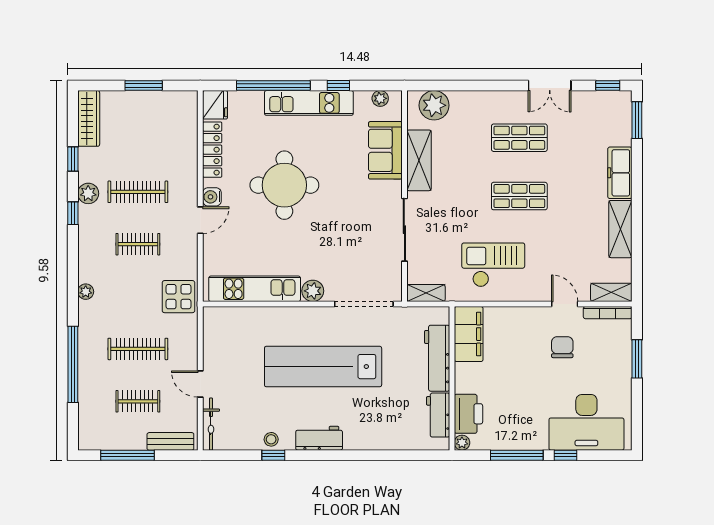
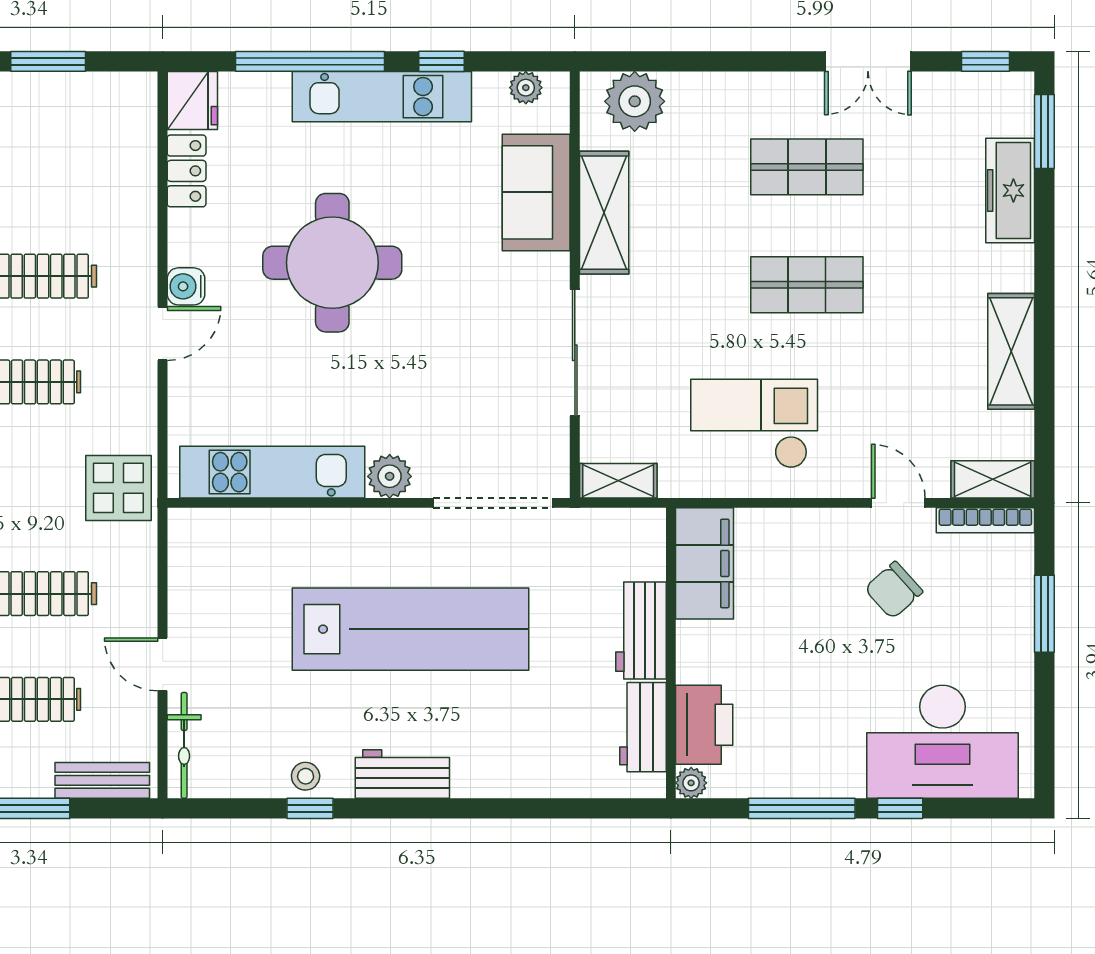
locker: (212, 150) -> (187, 171), width x0.66
freezer: (620, 173) -> (1010, 190), moved
chair: (562, 347) -> (894, 590), turned -132
workbench: (437, 358) -> (641, 631), width x0.73
lab bench: (323, 367) -> (410, 629), turned 180

